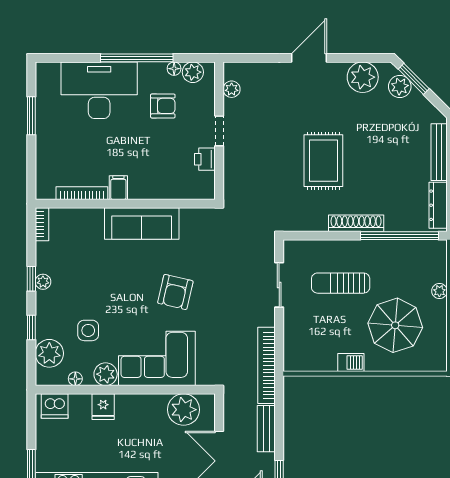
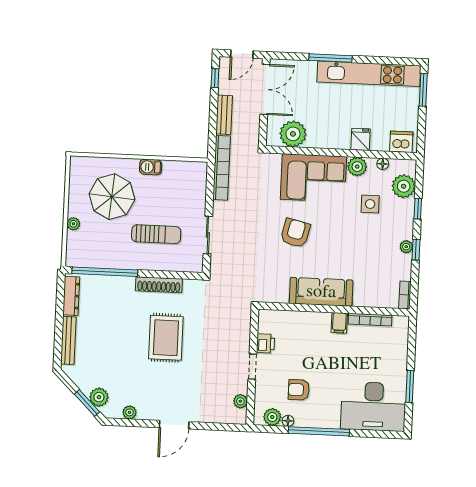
plant: (363, 77) -> (130, 412), width x0.53, depth x0.53
desk: (99, 90) -> (373, 406), moved
shoe rack: (356, 223) -> (159, 285), moved

